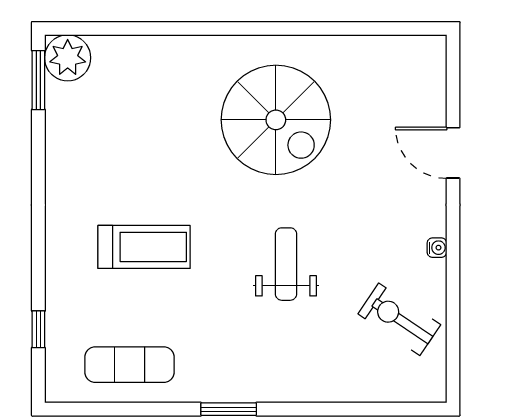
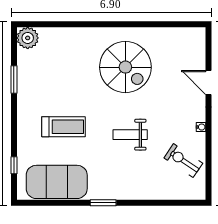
window: (38, 80) -> (14, 80), moved
weight bench: (286, 264) -> (130, 135), turned -90
exercise mat: (129, 365) -> (57, 182), width x2.00, depth x1.45

